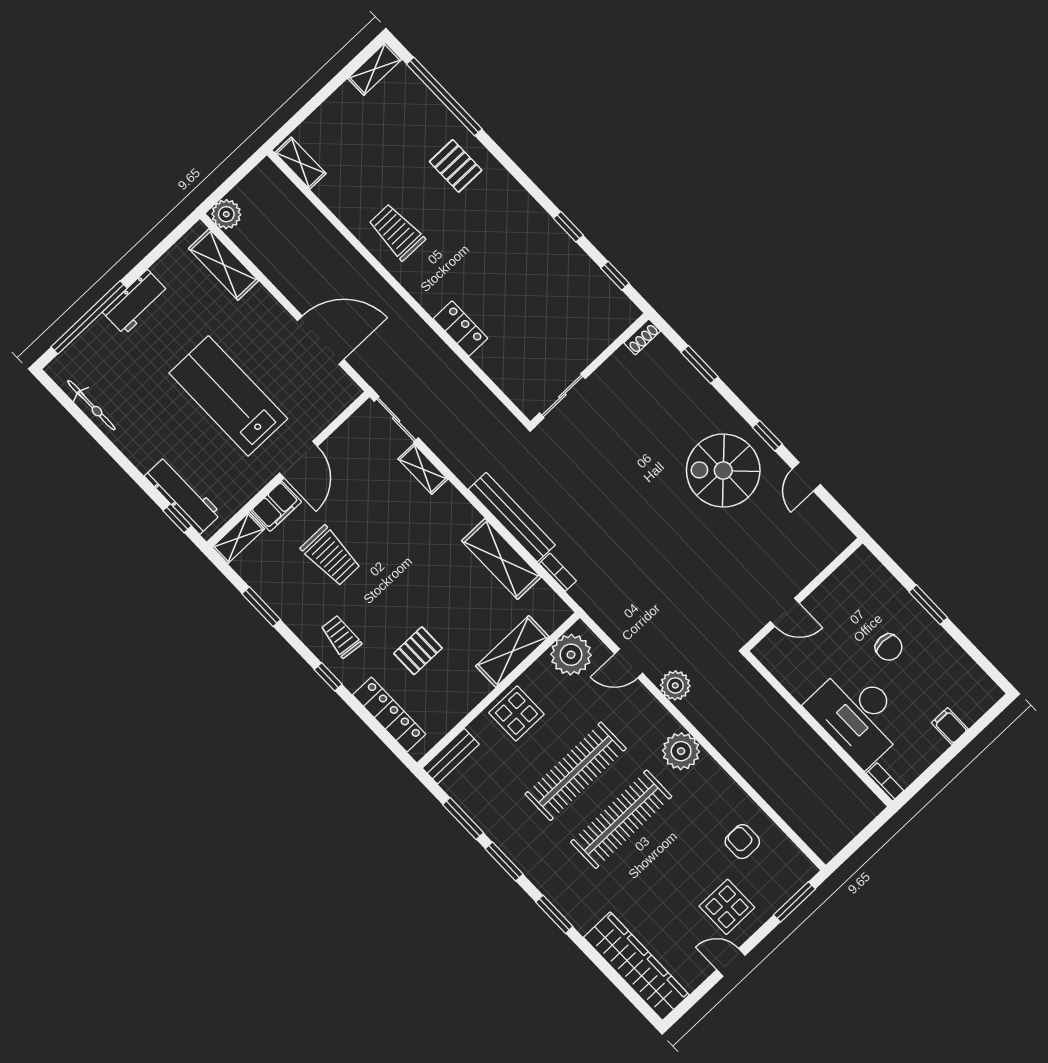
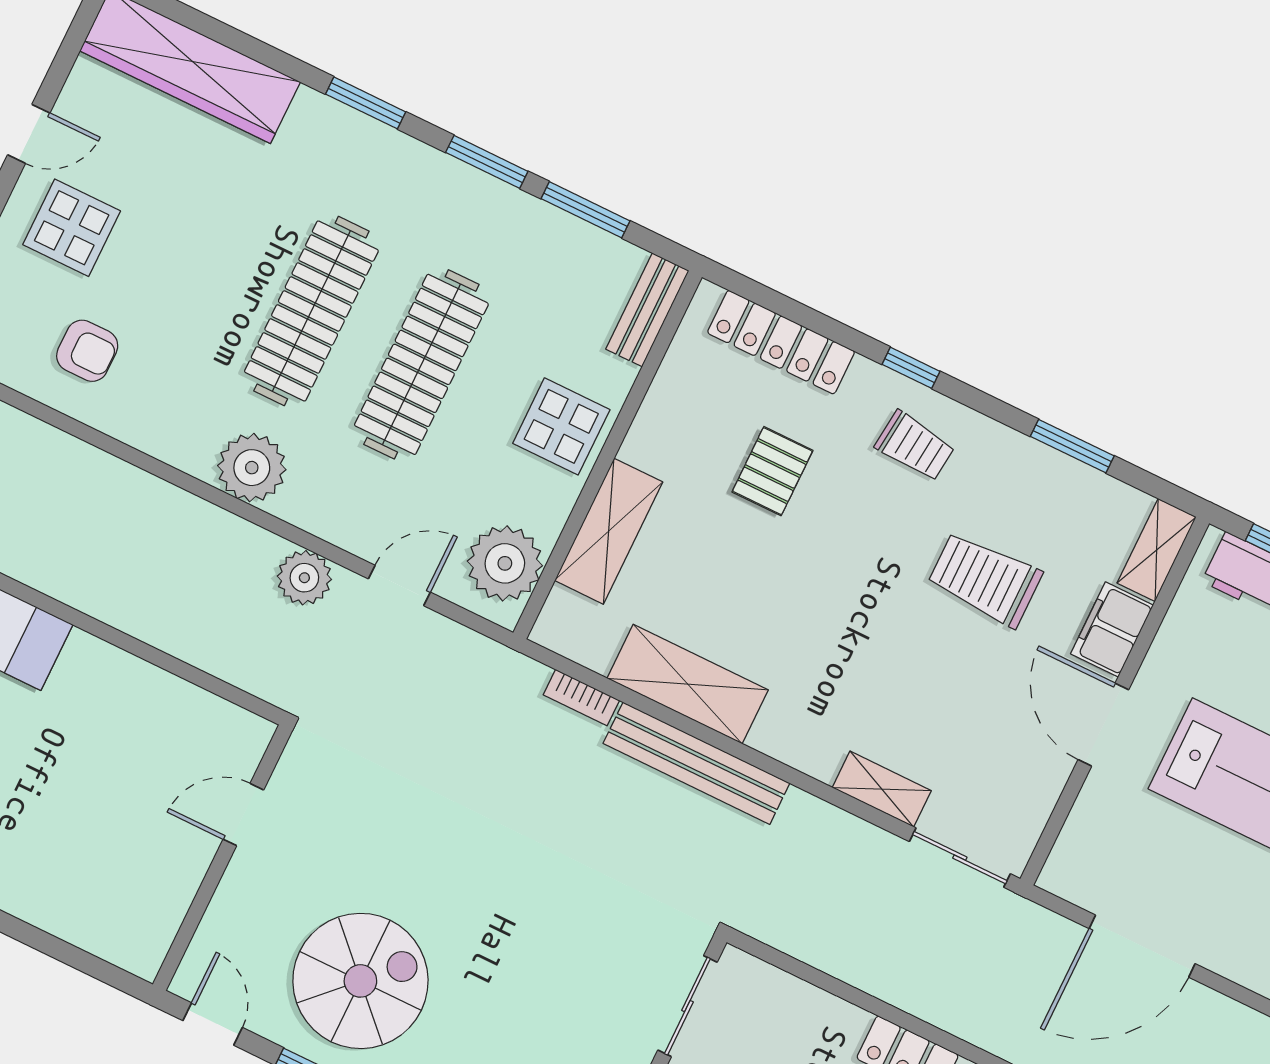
wall: (803, 594) -> (222, 858), moved
door: (785, 612) -> (243, 815), moved

